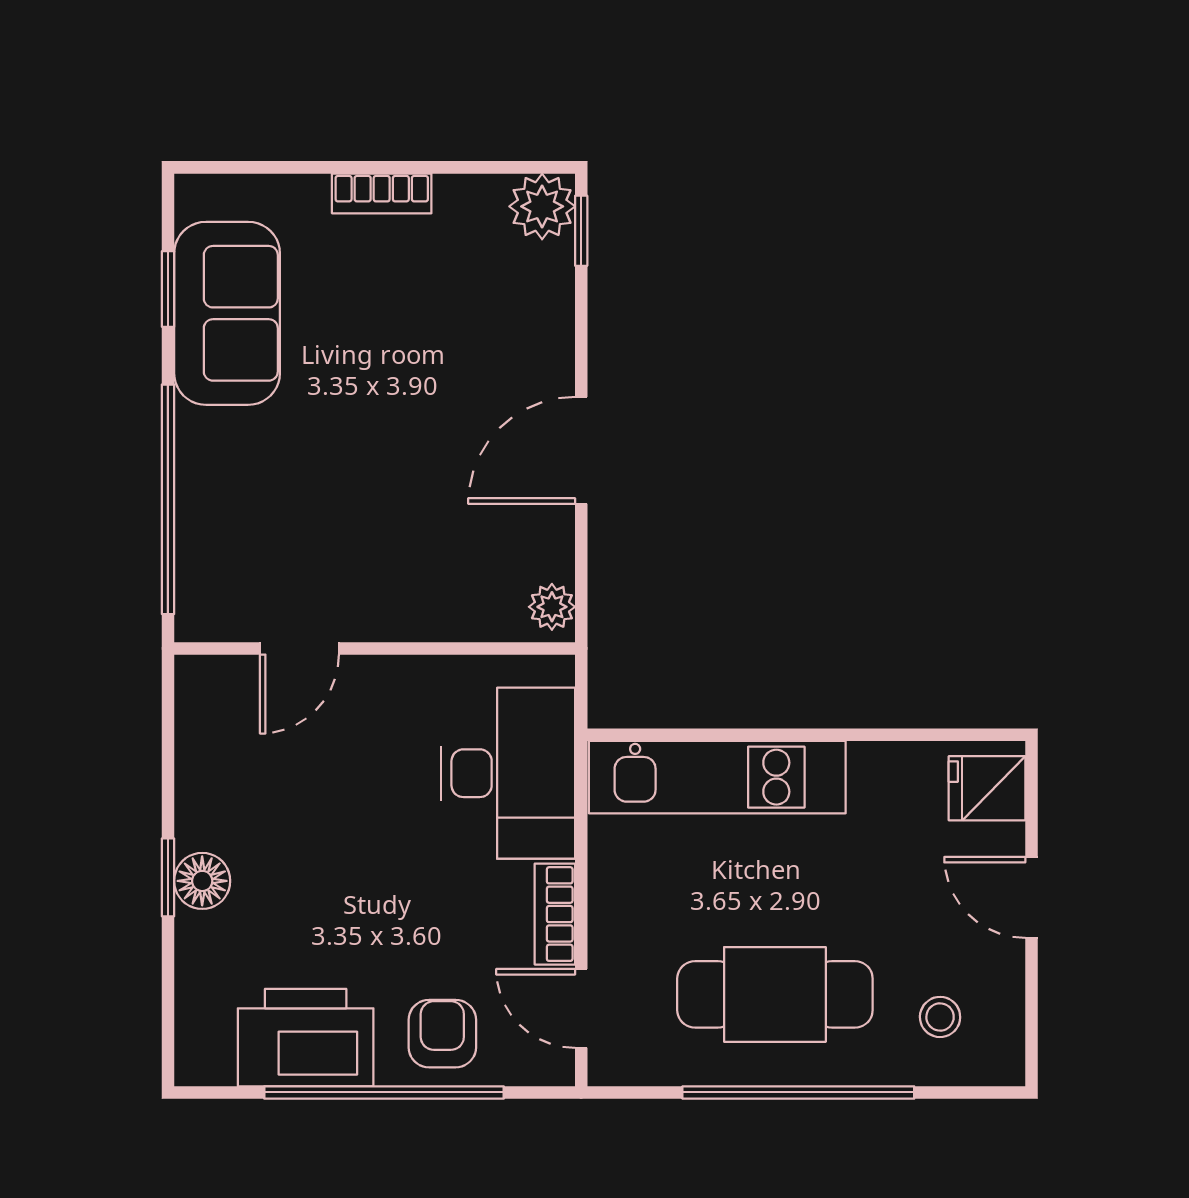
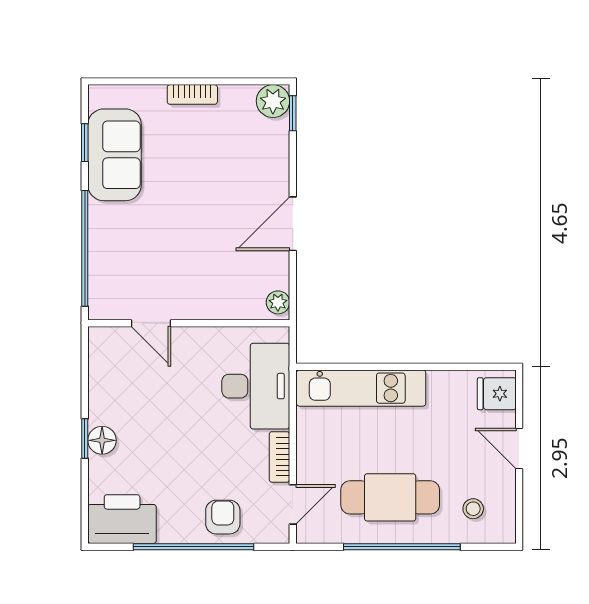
door: (299, 648) -> (151, 323), hinge flipped
door: (581, 1008) -> (293, 504), swing flipped
printer: (306, 1038) -> (122, 519), moved

